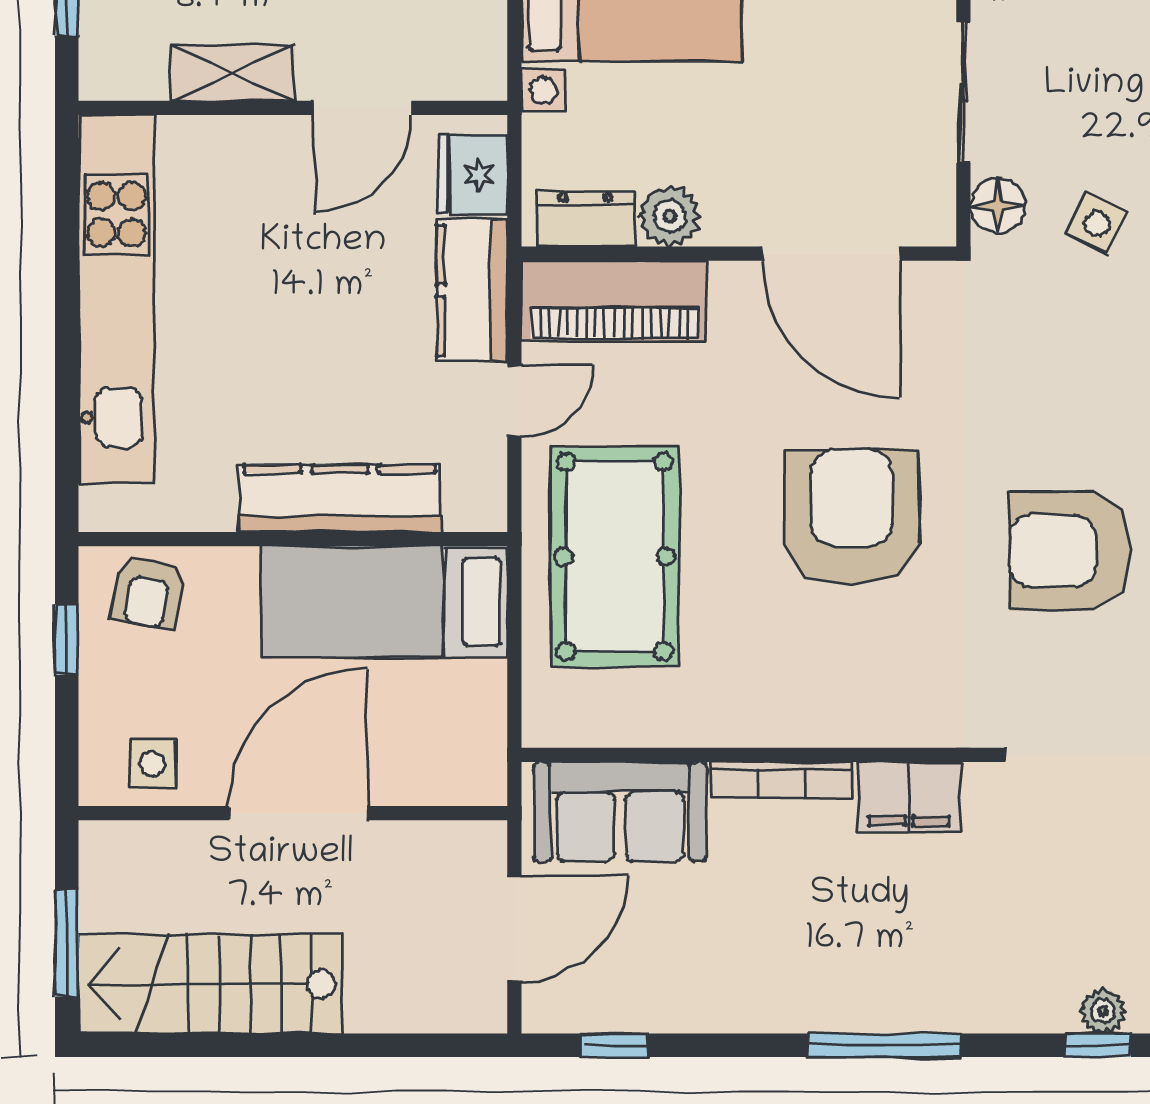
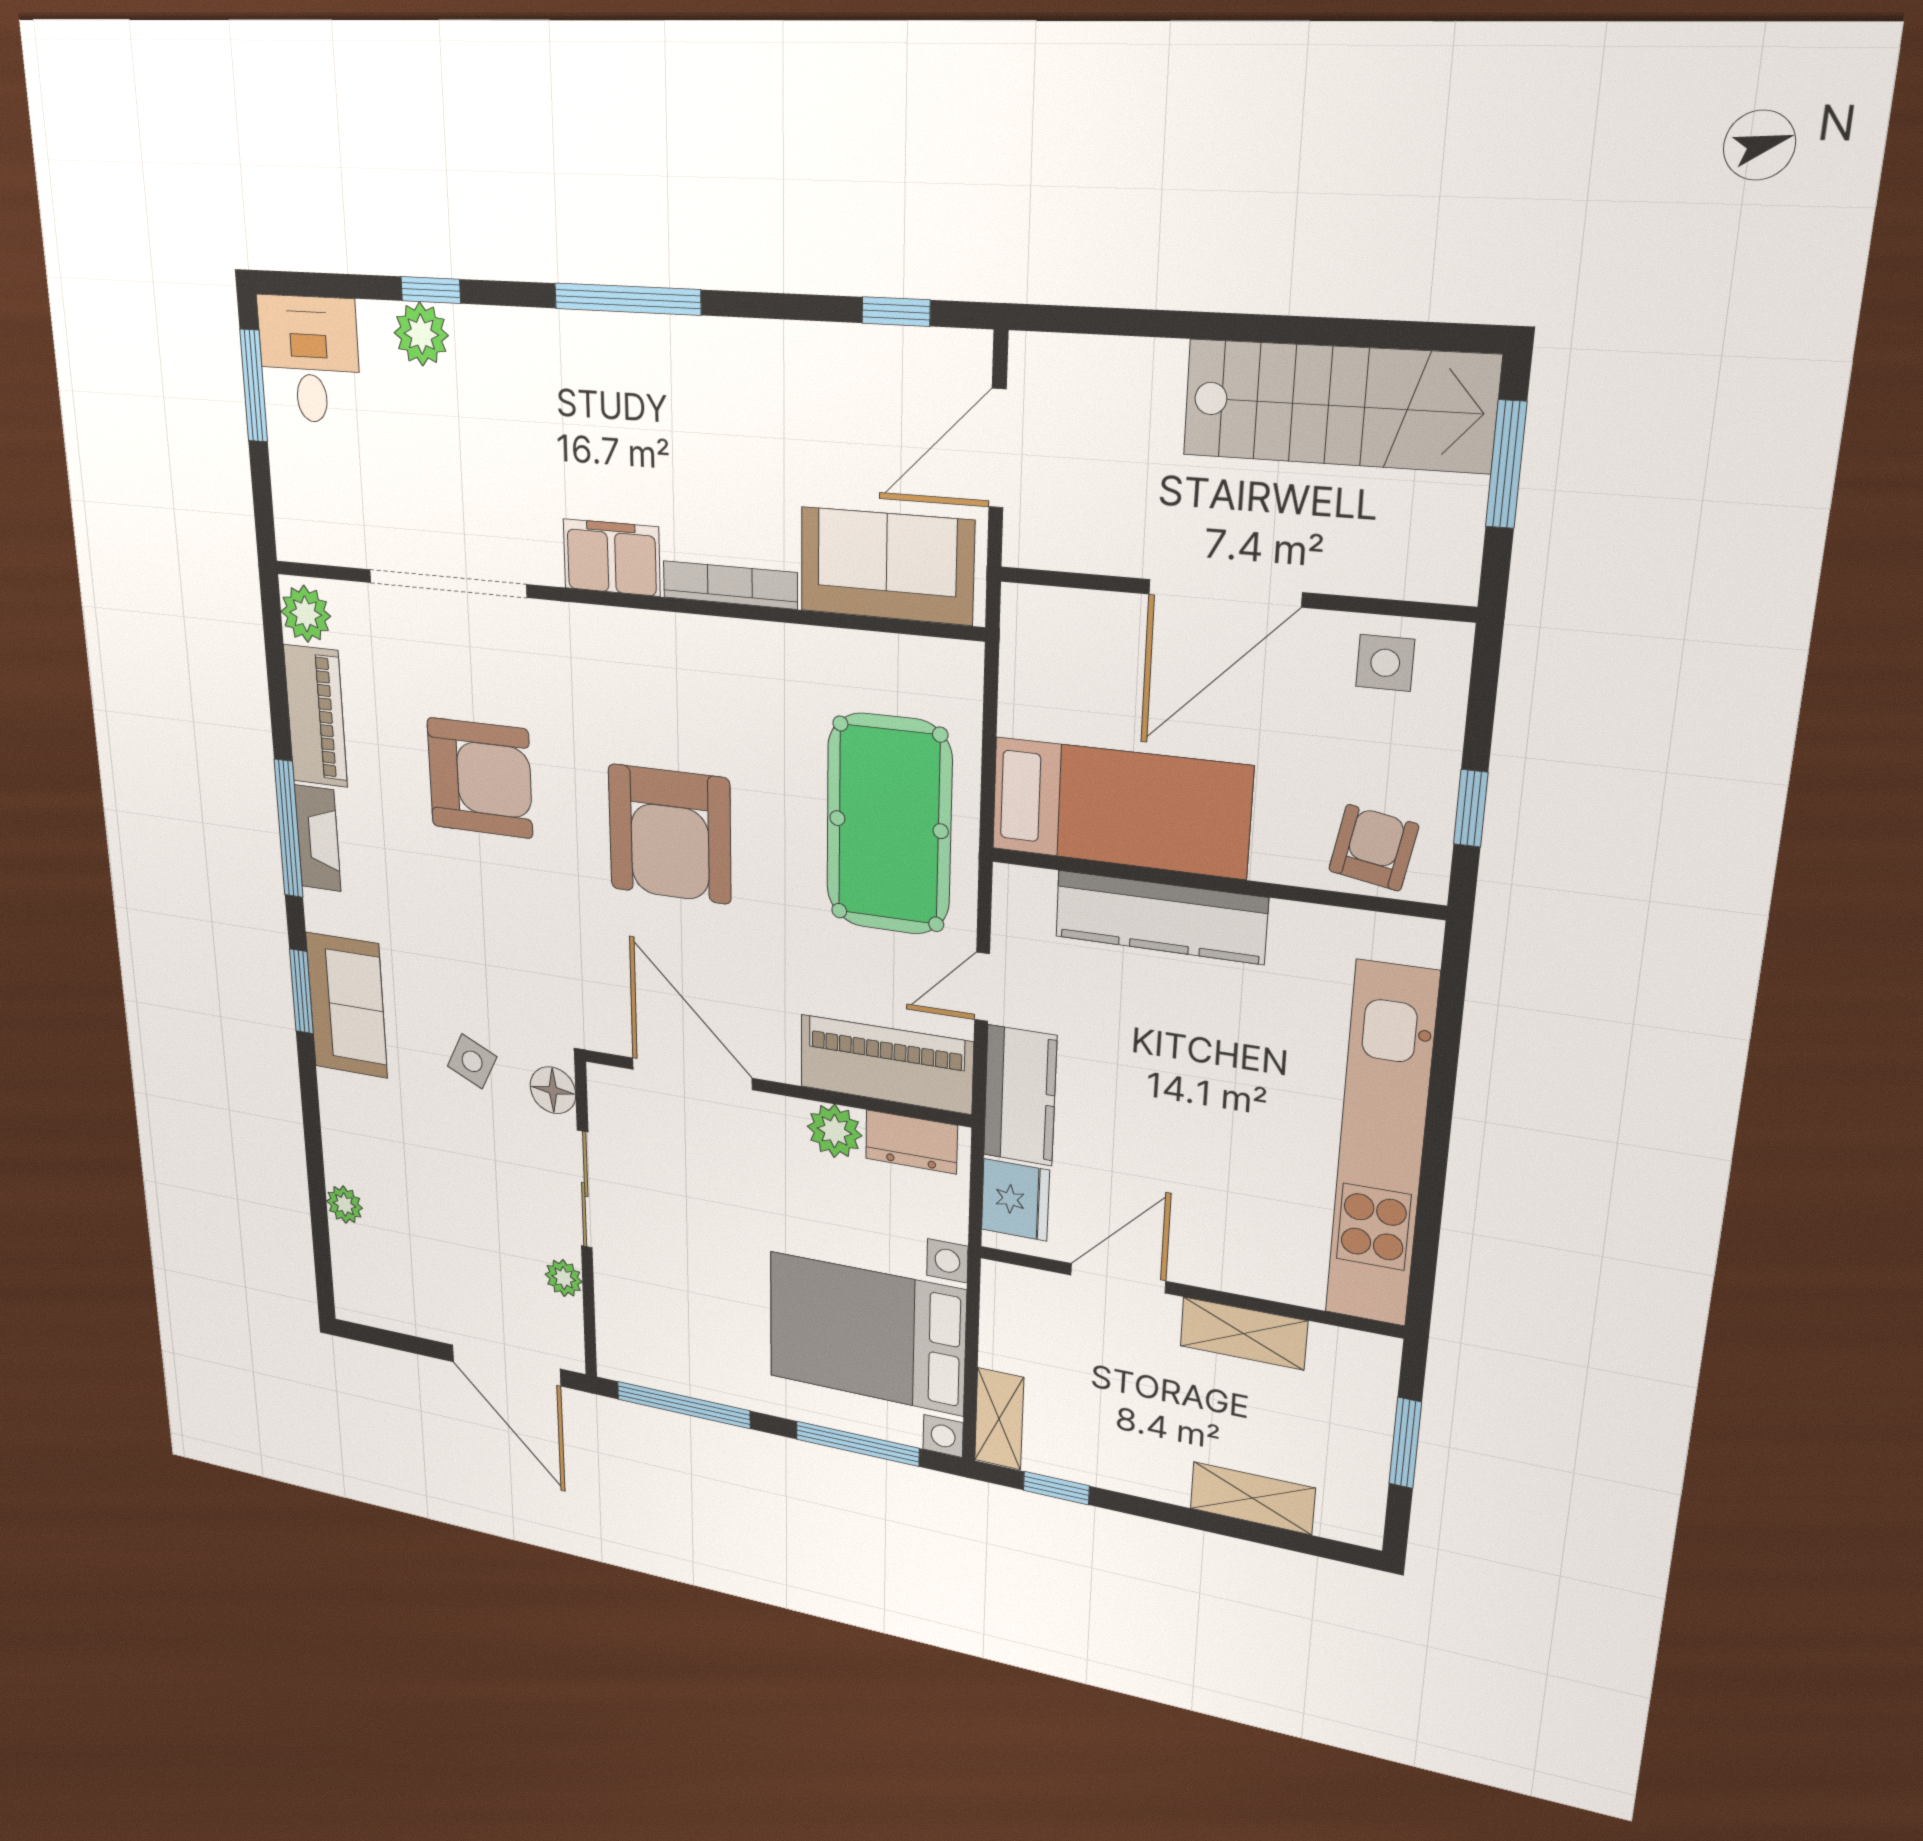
plant: (1103, 1011) -> (421, 334), width x1.38, depth x1.38

